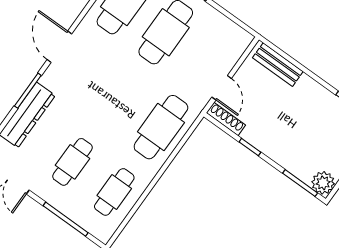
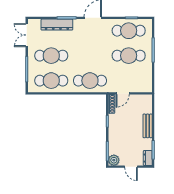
bench: (278, 65) -> (148, 126), moved
cafe table: (72, 162) -> (51, 56), width x1.37, depth x1.35
cafe table: (114, 192) -> (51, 81), width x1.37, depth x1.35

